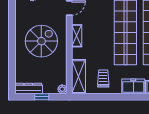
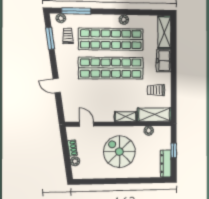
shelving: (77, 36) -> (126, 117), moved
plant: (62, 89) -> (149, 131), moved

